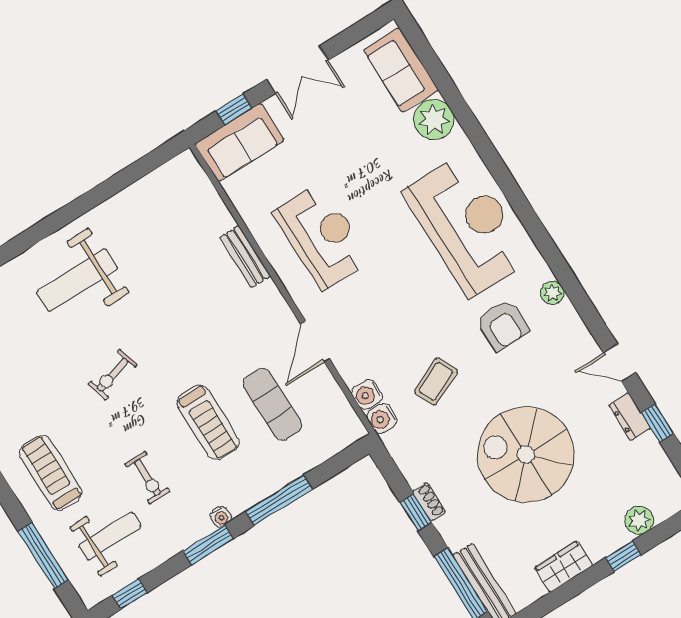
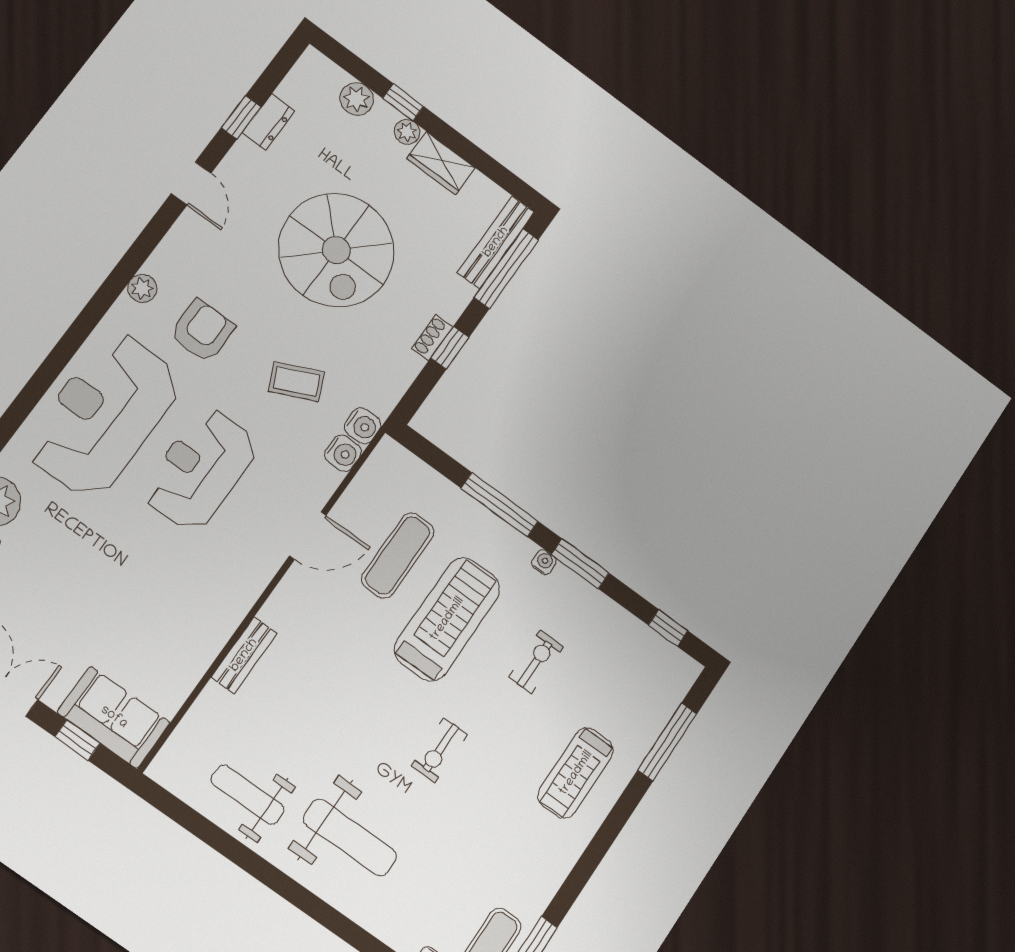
reception desk: (322, 236) -> (200, 469), moved
exercise bike: (113, 375) -> (439, 750), turned 106
dresser: (630, 417) -> (269, 122), moved
treadmill: (208, 422) -> (447, 619), width x1.37, depth x1.38
weight bench: (110, 536) -> (248, 795), moved
plant: (598, 550) -> (407, 132), added

